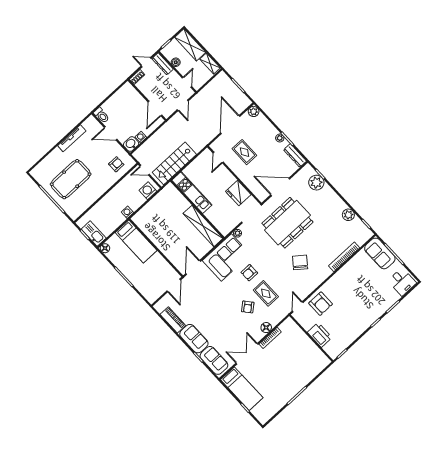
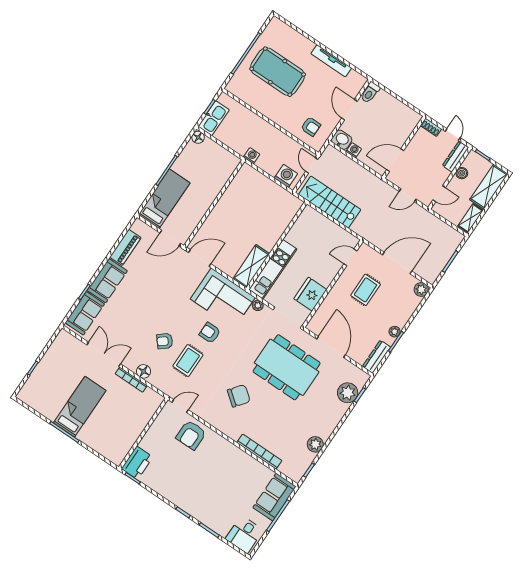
kitchen unit: (192, 192) -> (273, 269), moved
shelving: (203, 226) -> (251, 266), width x0.68
bed: (136, 241) -> (164, 199), moved, turned 180
printer: (320, 335) -> (137, 463), moved
bed: (242, 389) -> (80, 407), moved, turned 180

